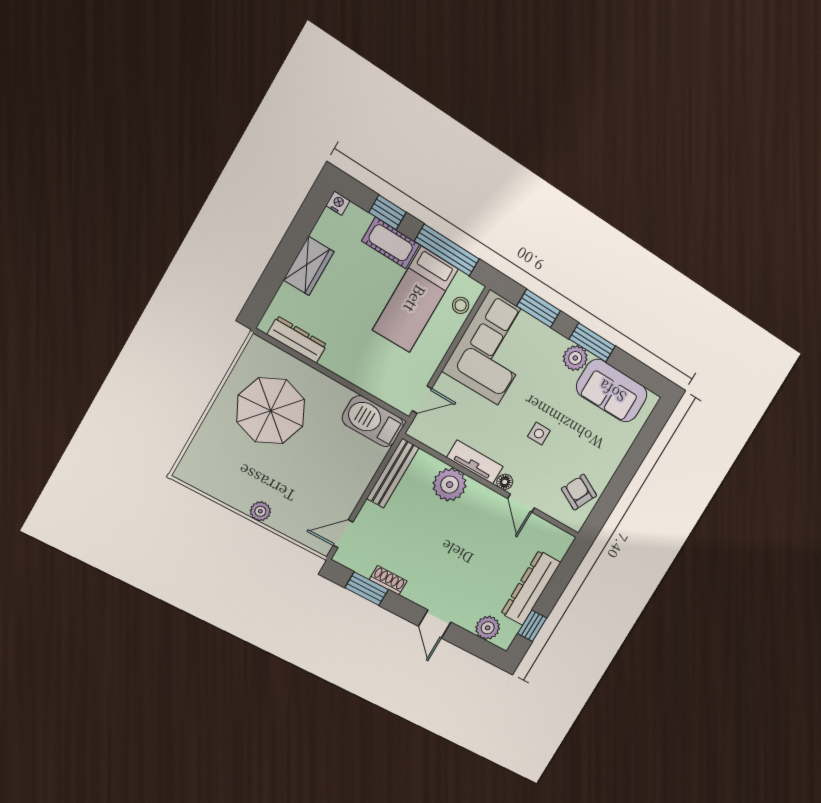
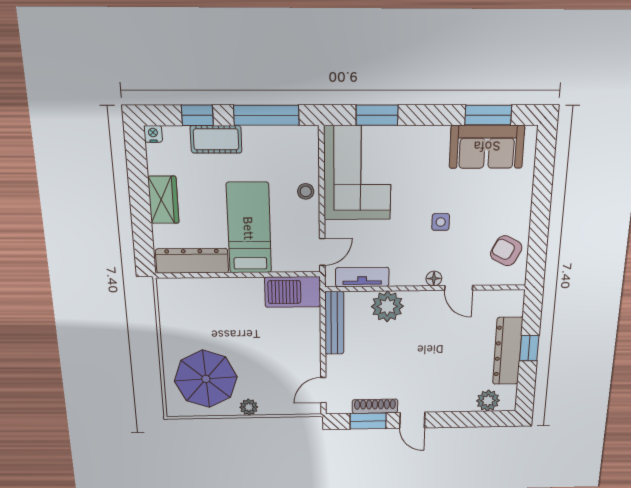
bed: (415, 299) -> (249, 228), moved, turned 180
stool: (461, 305) -> (306, 191), moved
dresser: (297, 340) -> (192, 261), width x1.37, depth x1.24
window: (592, 342) -> (488, 115), moved
plant: (575, 358) -> (436, 138), removed
parasol: (271, 411) -> (206, 379), moved
tv unit: (475, 462) -> (362, 277), moved
shoe rack: (388, 580) -> (375, 406), width x1.43
door: (435, 624) -> (412, 420), moved
window: (532, 626) -> (529, 348), moved

